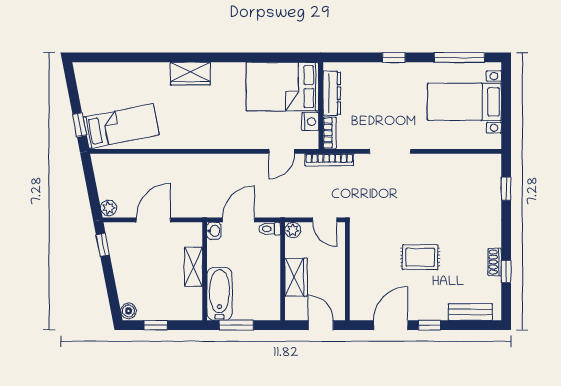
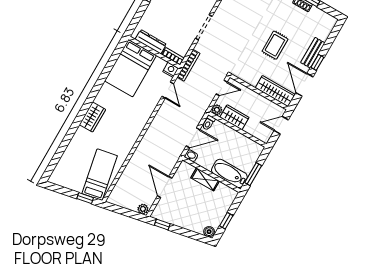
nightstand: (310, 122) -> (171, 70), moved
door: (239, 220) -> (193, 138), swing flipped
wardrobe: (296, 277) -> (234, 117), moved
wardrobe: (361, 292) -> (275, 91), added
bench: (470, 312) -> (313, 53), moved

